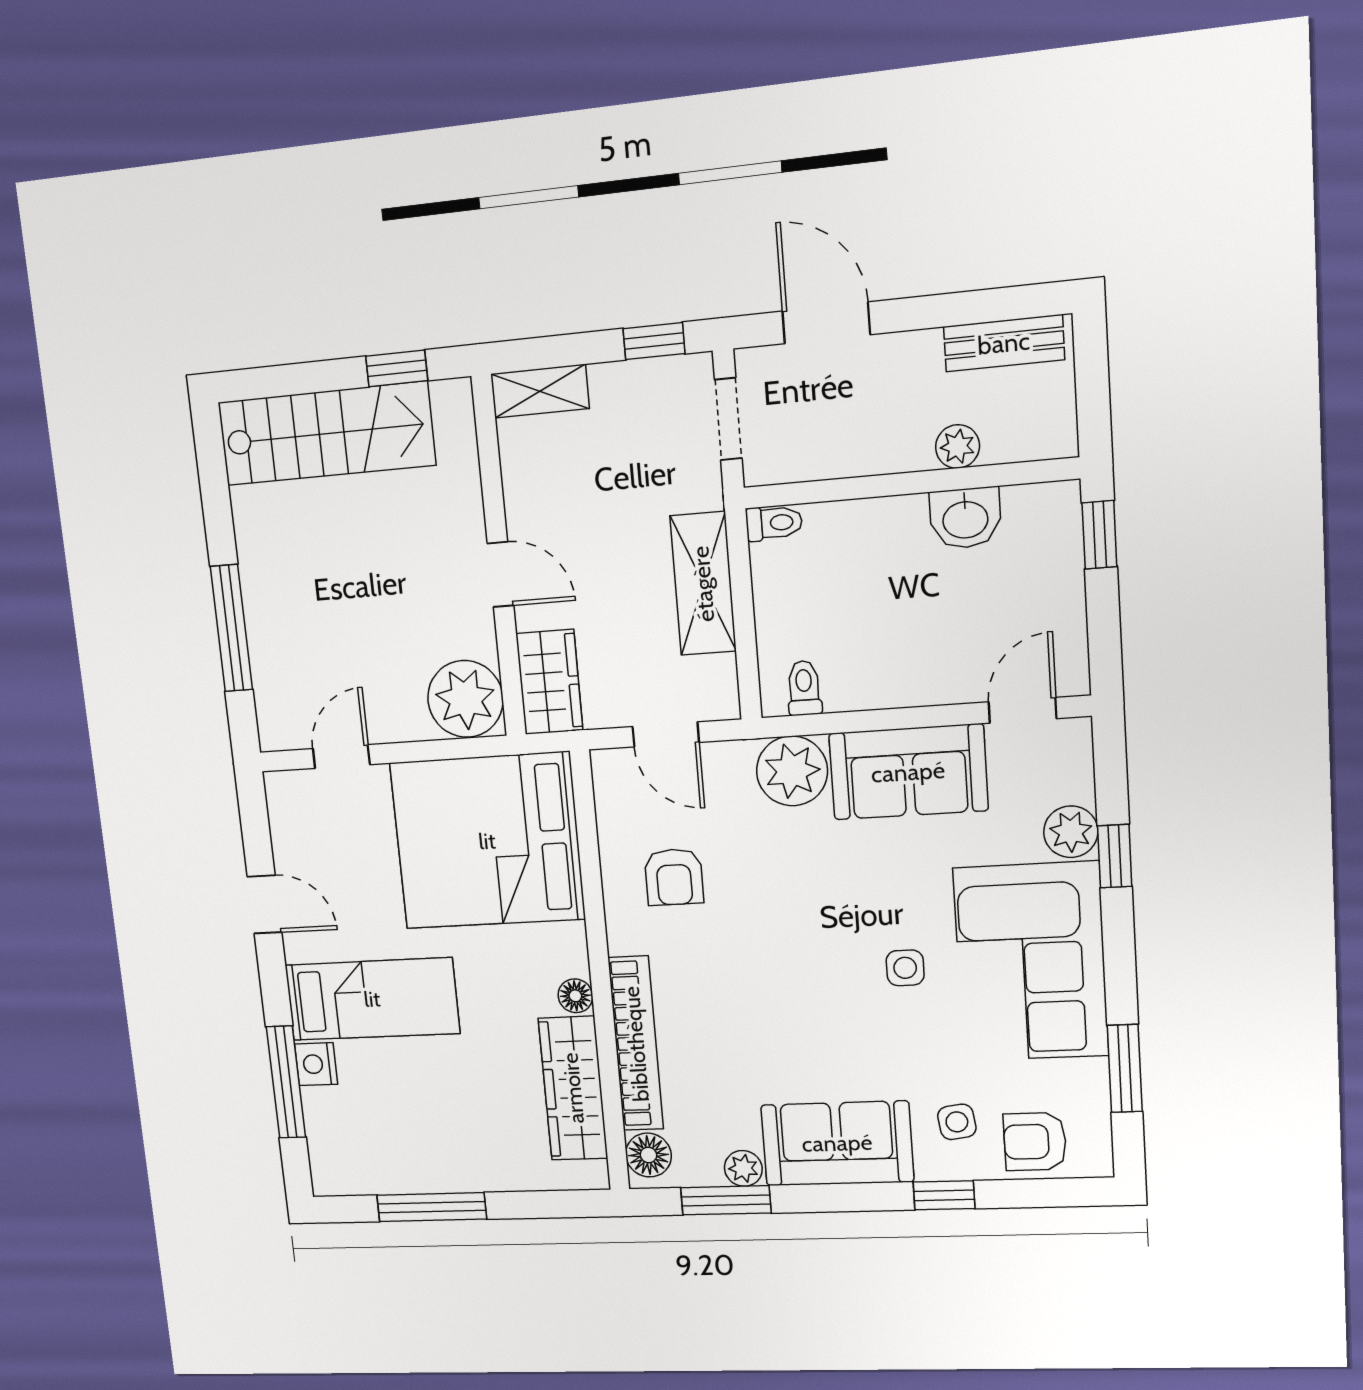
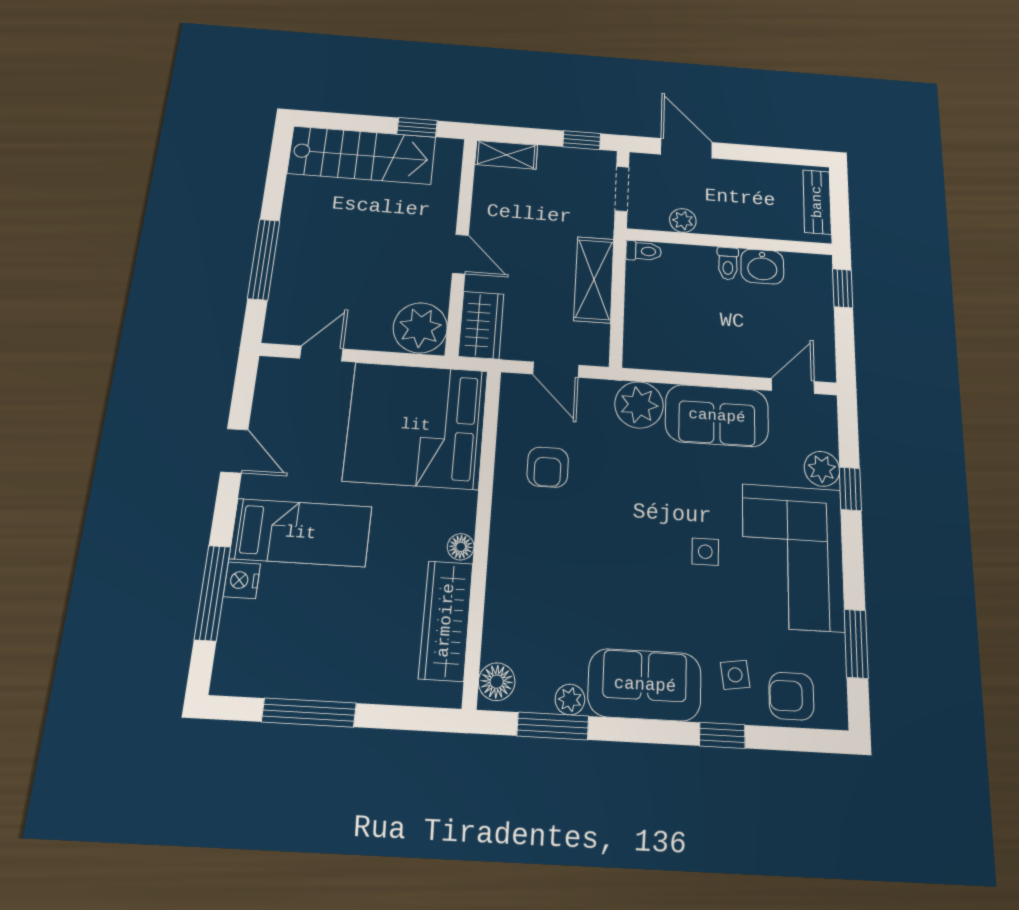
bench: (1004, 343) -> (817, 202), moved, turned 90
plant: (958, 447) -> (683, 220), moved
toilet: (804, 688) -> (728, 263), moved, turned 180
bookcase: (636, 1044) -> (501, 589), removed

